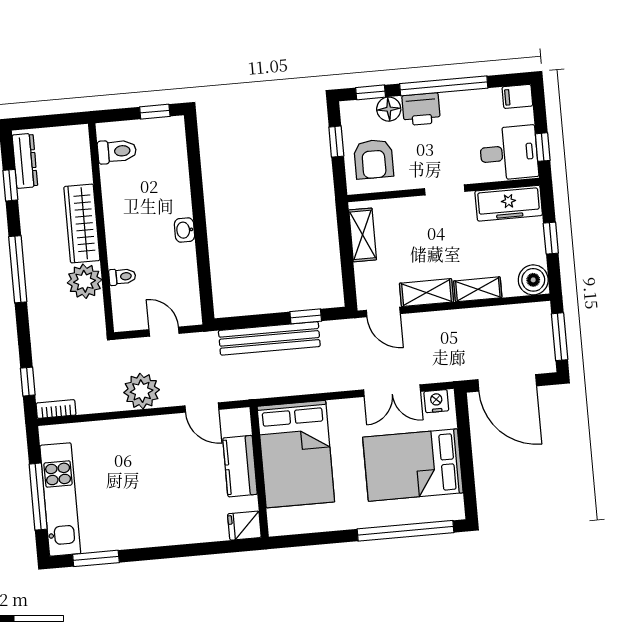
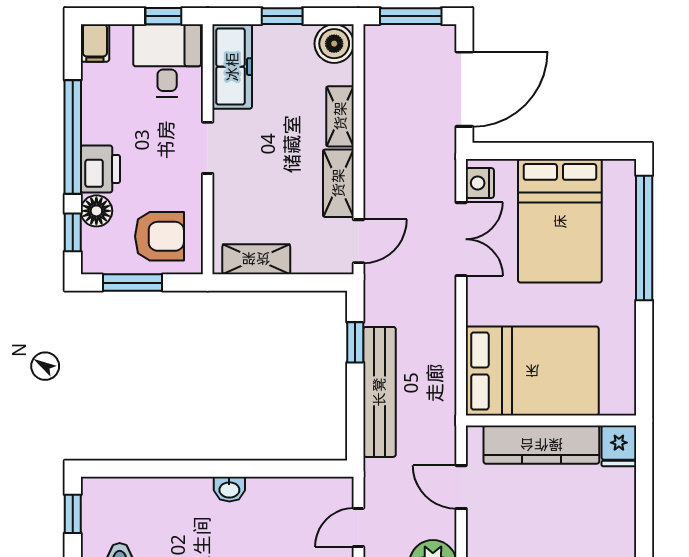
window: (336, 142) -> (132, 283), width x1.50
door: (202, 408) -> (461, 487), swing flipped
kitchen counter: (240, 466) -> (541, 445), width x1.50

